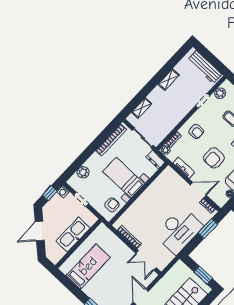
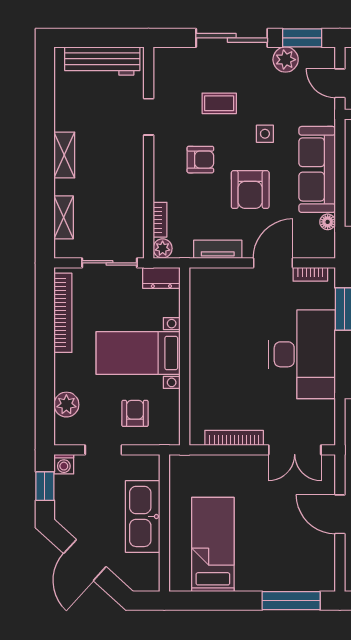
shelving: (169, 80) -> (64, 155), moved
plant: (220, 93) -> (165, 79), removed
armchair: (196, 132) -> (200, 160), moved
armchair: (112, 205) -> (135, 413), moved

